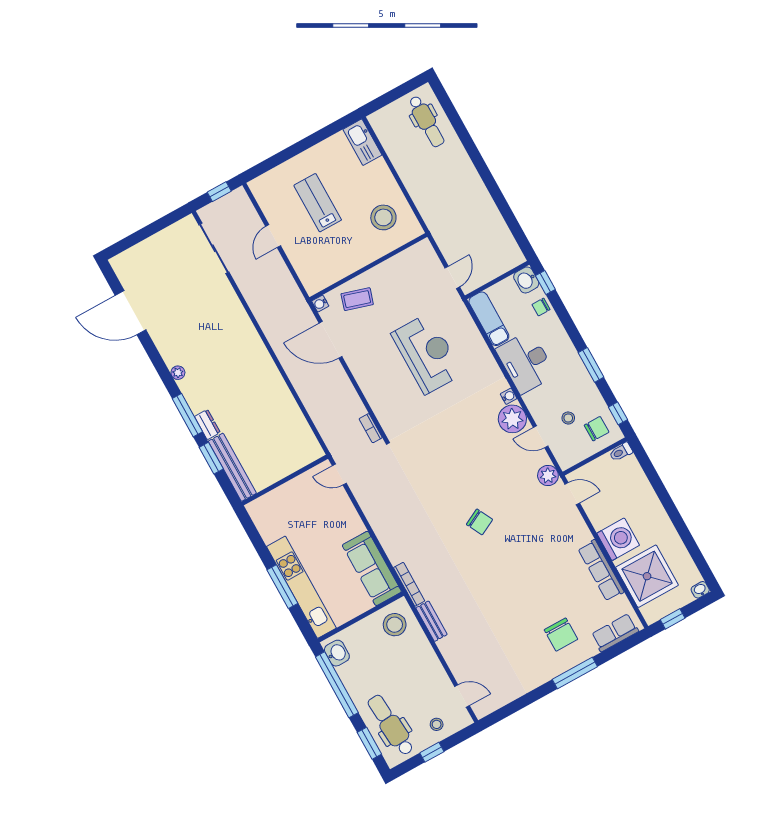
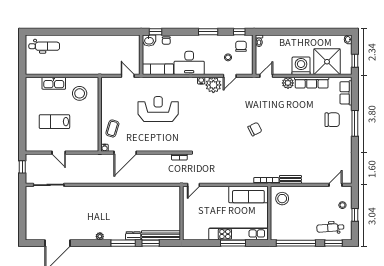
kitchen sink: (362, 142) -> (54, 83), moved
plant: (548, 475) -> (288, 83), moved
washbasin: (337, 653) -> (280, 235), removed
dental chair: (391, 725) -> (330, 228), width x0.73, depth x0.72

